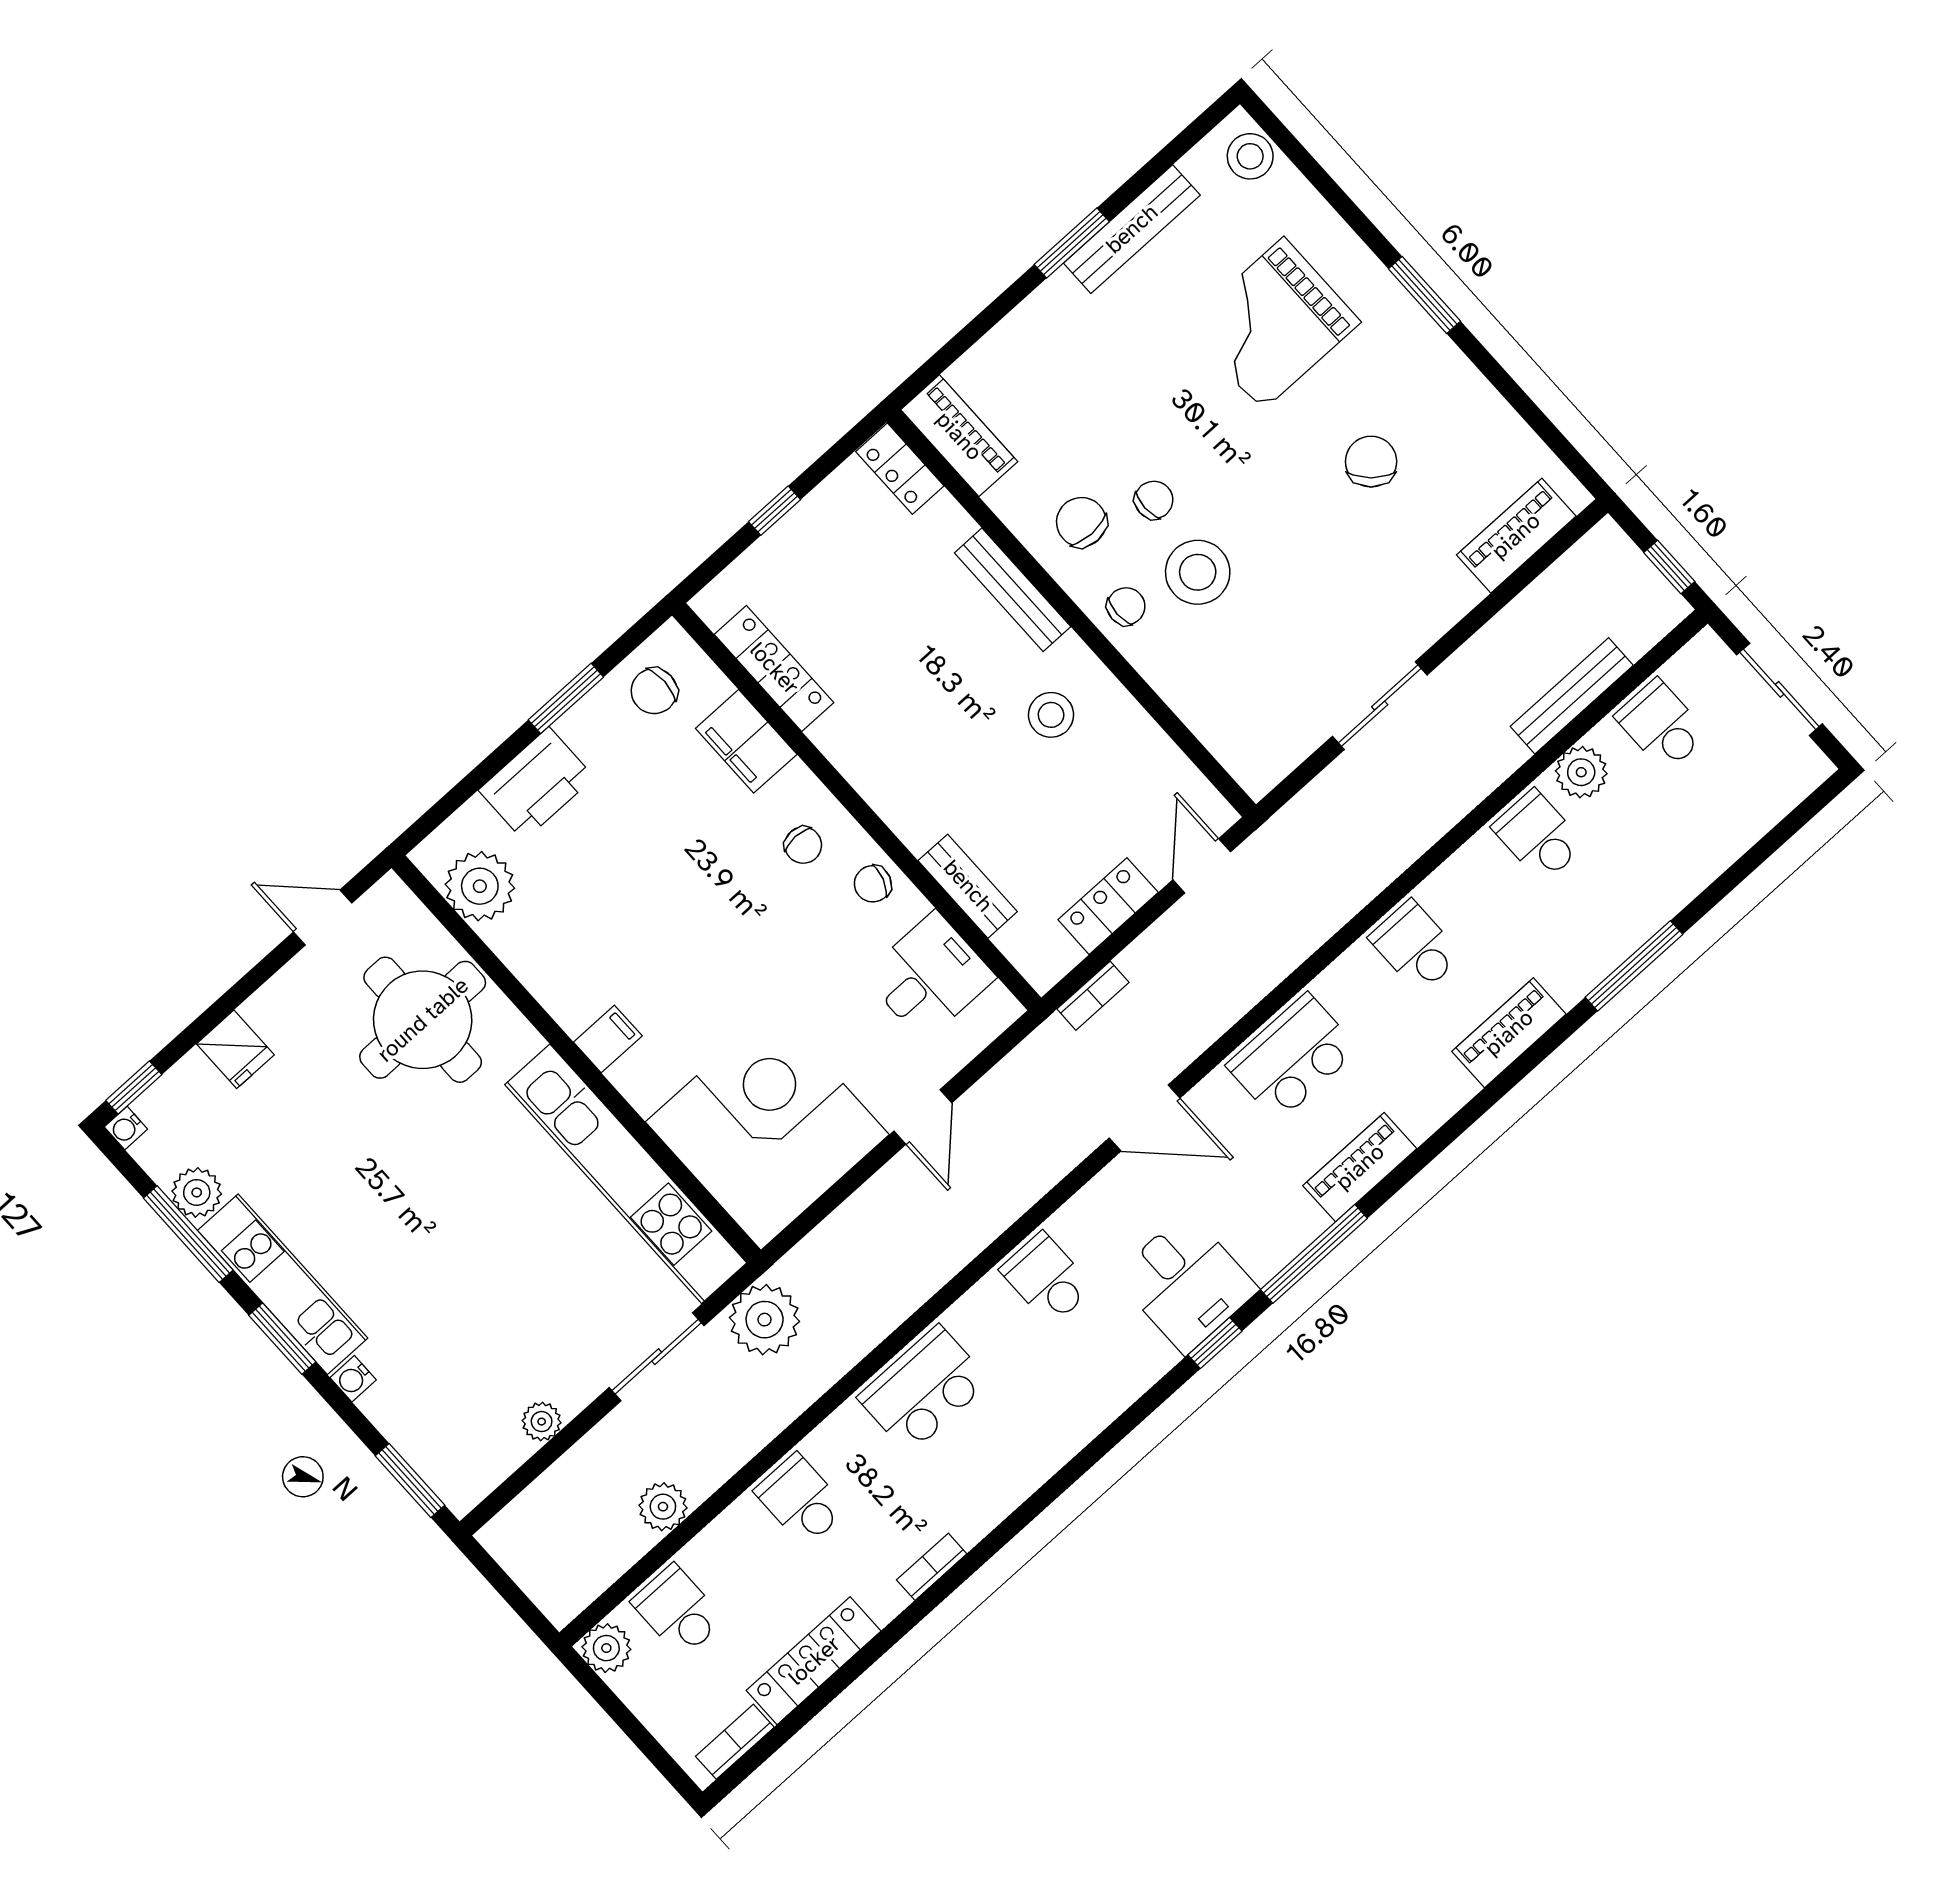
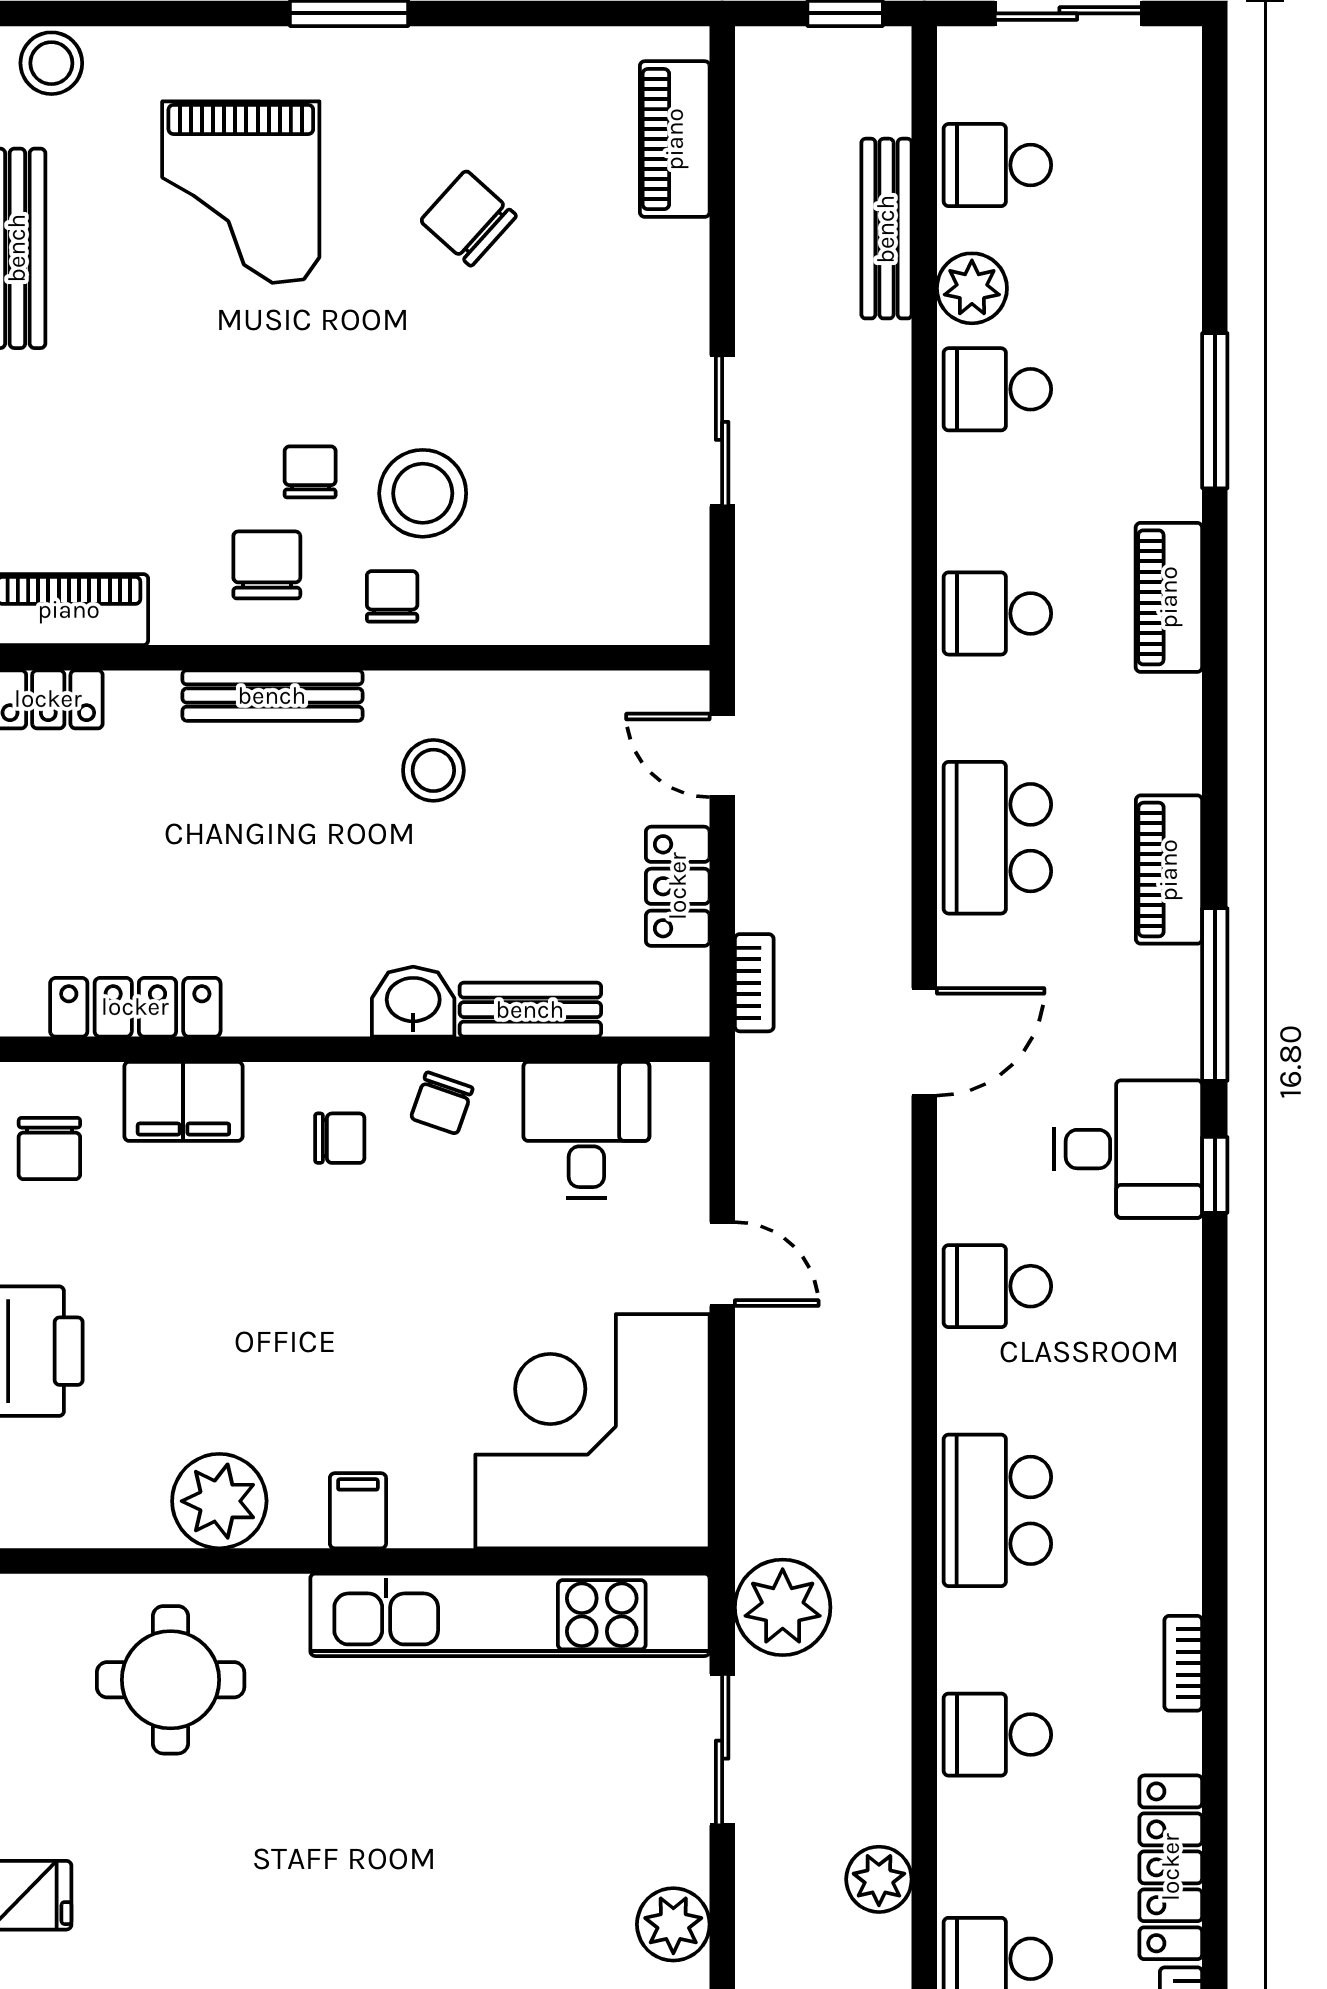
chair: (1081, 522) -> (267, 565), turned 90
washbasin: (914, 818) -> (413, 1002), added
plant: (480, 886) -> (219, 1501), moved
round table: (423, 1020) -> (171, 1680), width x0.73, depth x0.73
plant: (542, 1422) -> (673, 1924), width x1.38, depth x1.38

